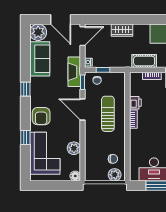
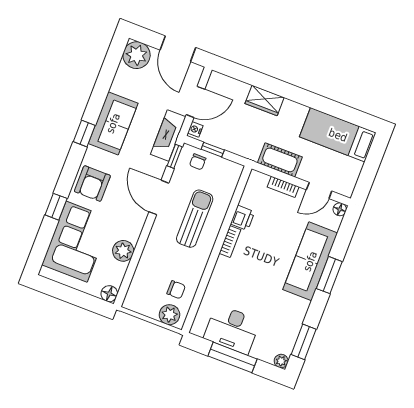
door: (82, 36) -> (195, 102), moved
sofa: (40, 59) -> (113, 123), moved

